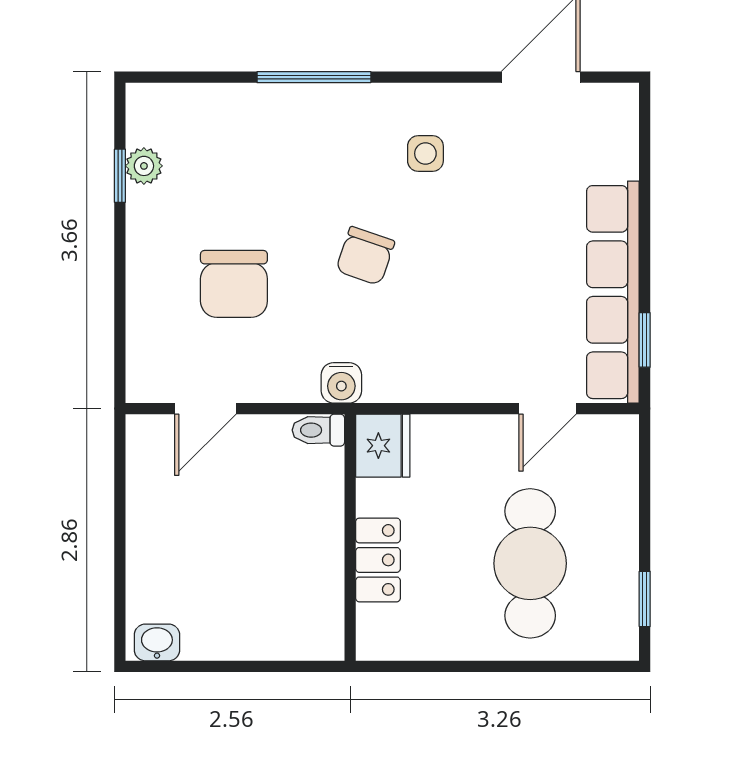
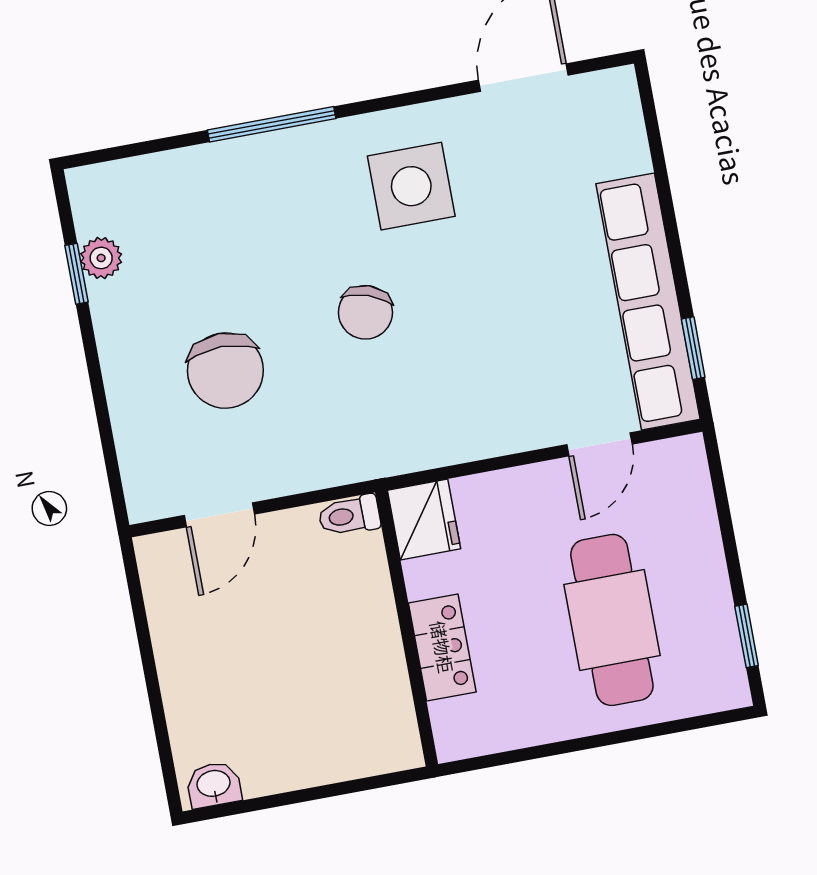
side table: (425, 153) -> (411, 186), width x1.87, depth x1.87
water cooler: (341, 383) -> (365, 458), removed

